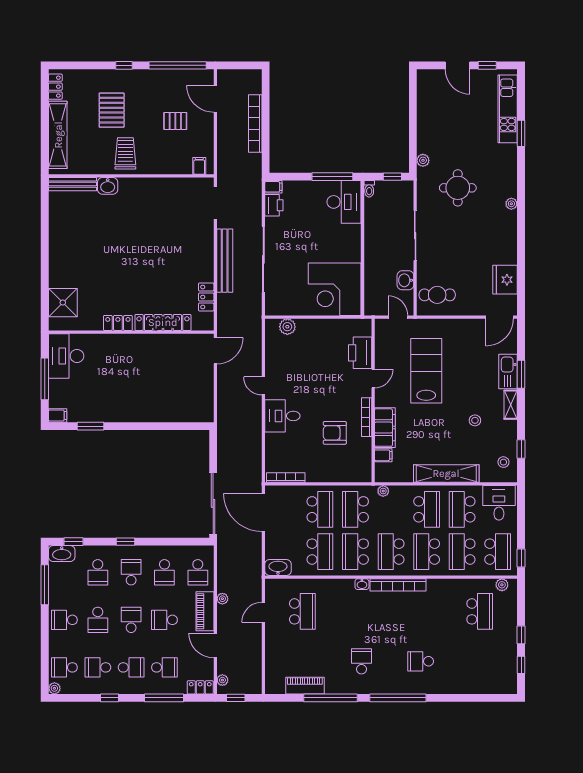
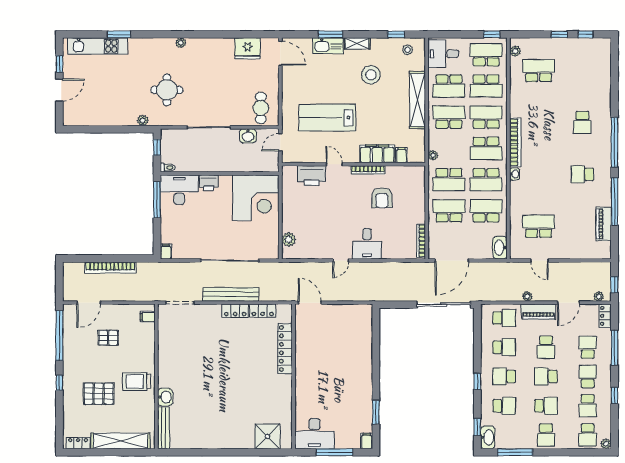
pallet: (175, 121) -> (108, 338), turned 90
printer: (274, 205) -> (209, 183), moved, turned 180
locker: (118, 323) -> (235, 311), moved, turned -90
stool: (475, 420) -> (371, 75), width x1.89, depth x1.89
school desk: (427, 552) -> (486, 117), turned 180

